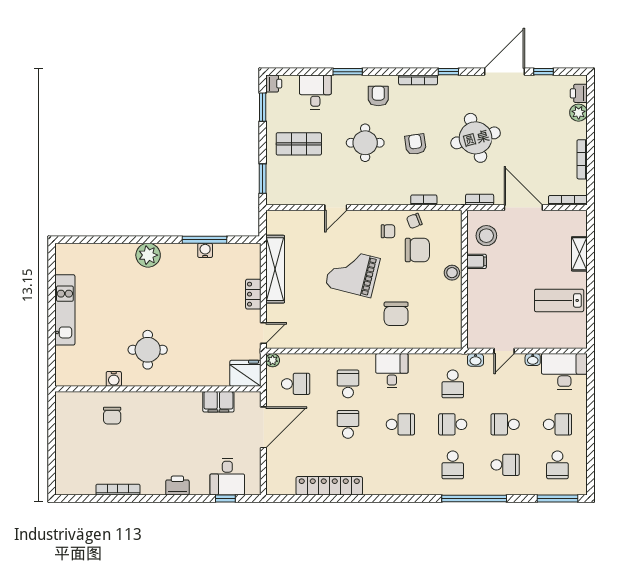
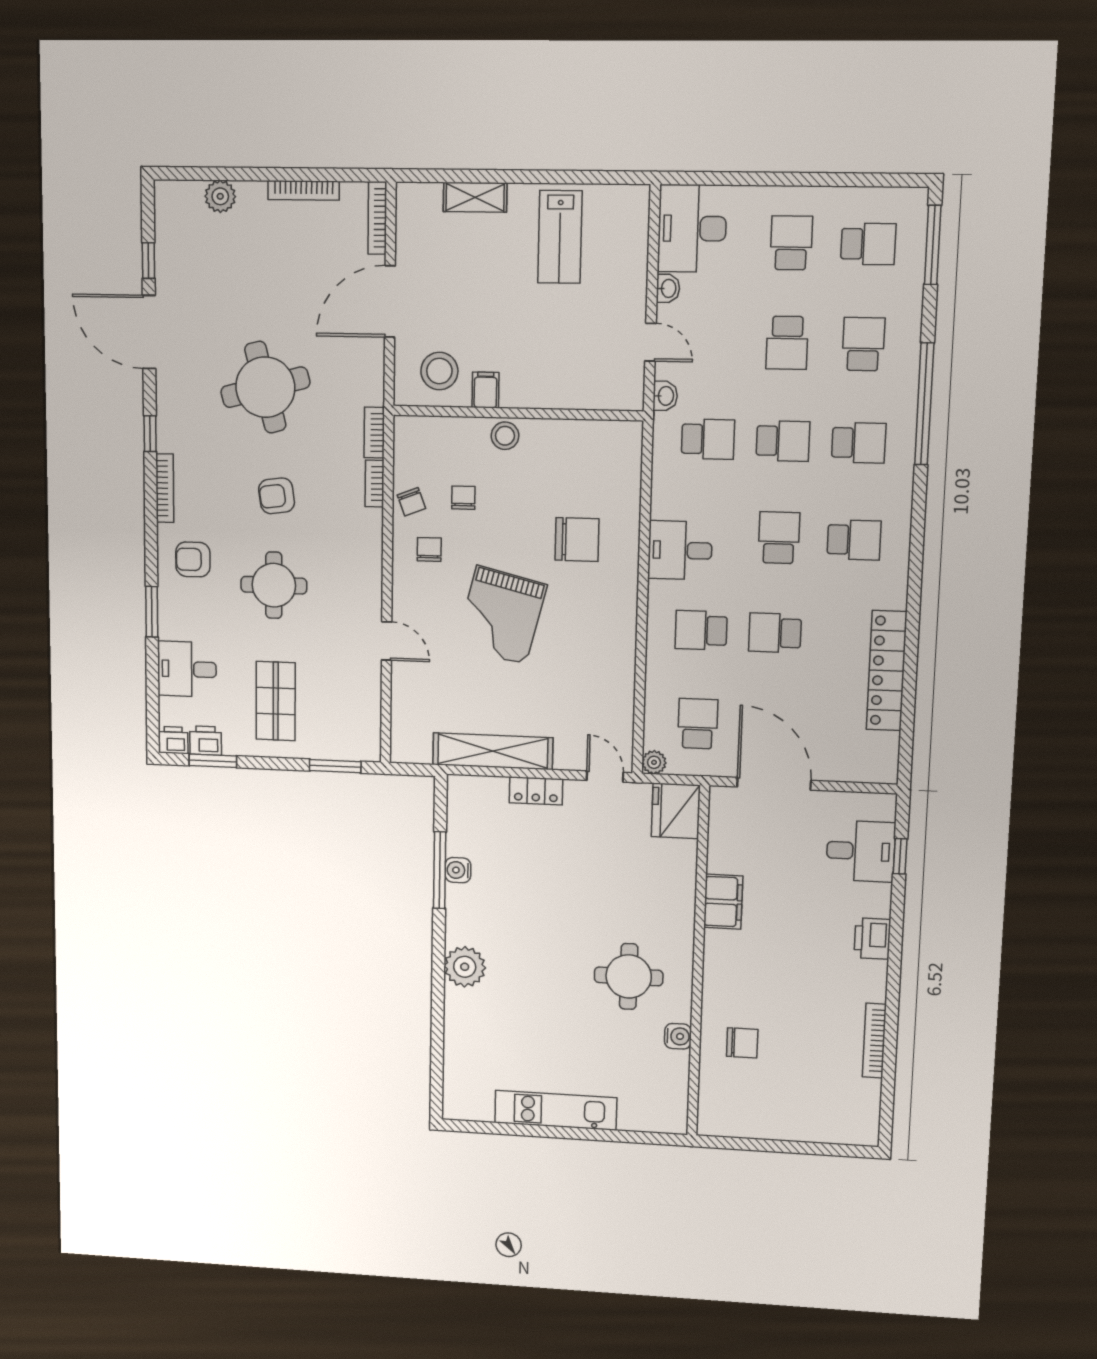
printer: (579, 93) -> (206, 741), moved, turned 180
bookcase: (480, 200) -> (374, 433), moved
chair: (417, 250) -> (463, 498), width x0.54, depth x0.54
filing cabinet: (218, 402) -> (723, 902), moved
school desk: (453, 424) -> (783, 441), turned -90
school desk: (400, 465) -> (854, 540), added

